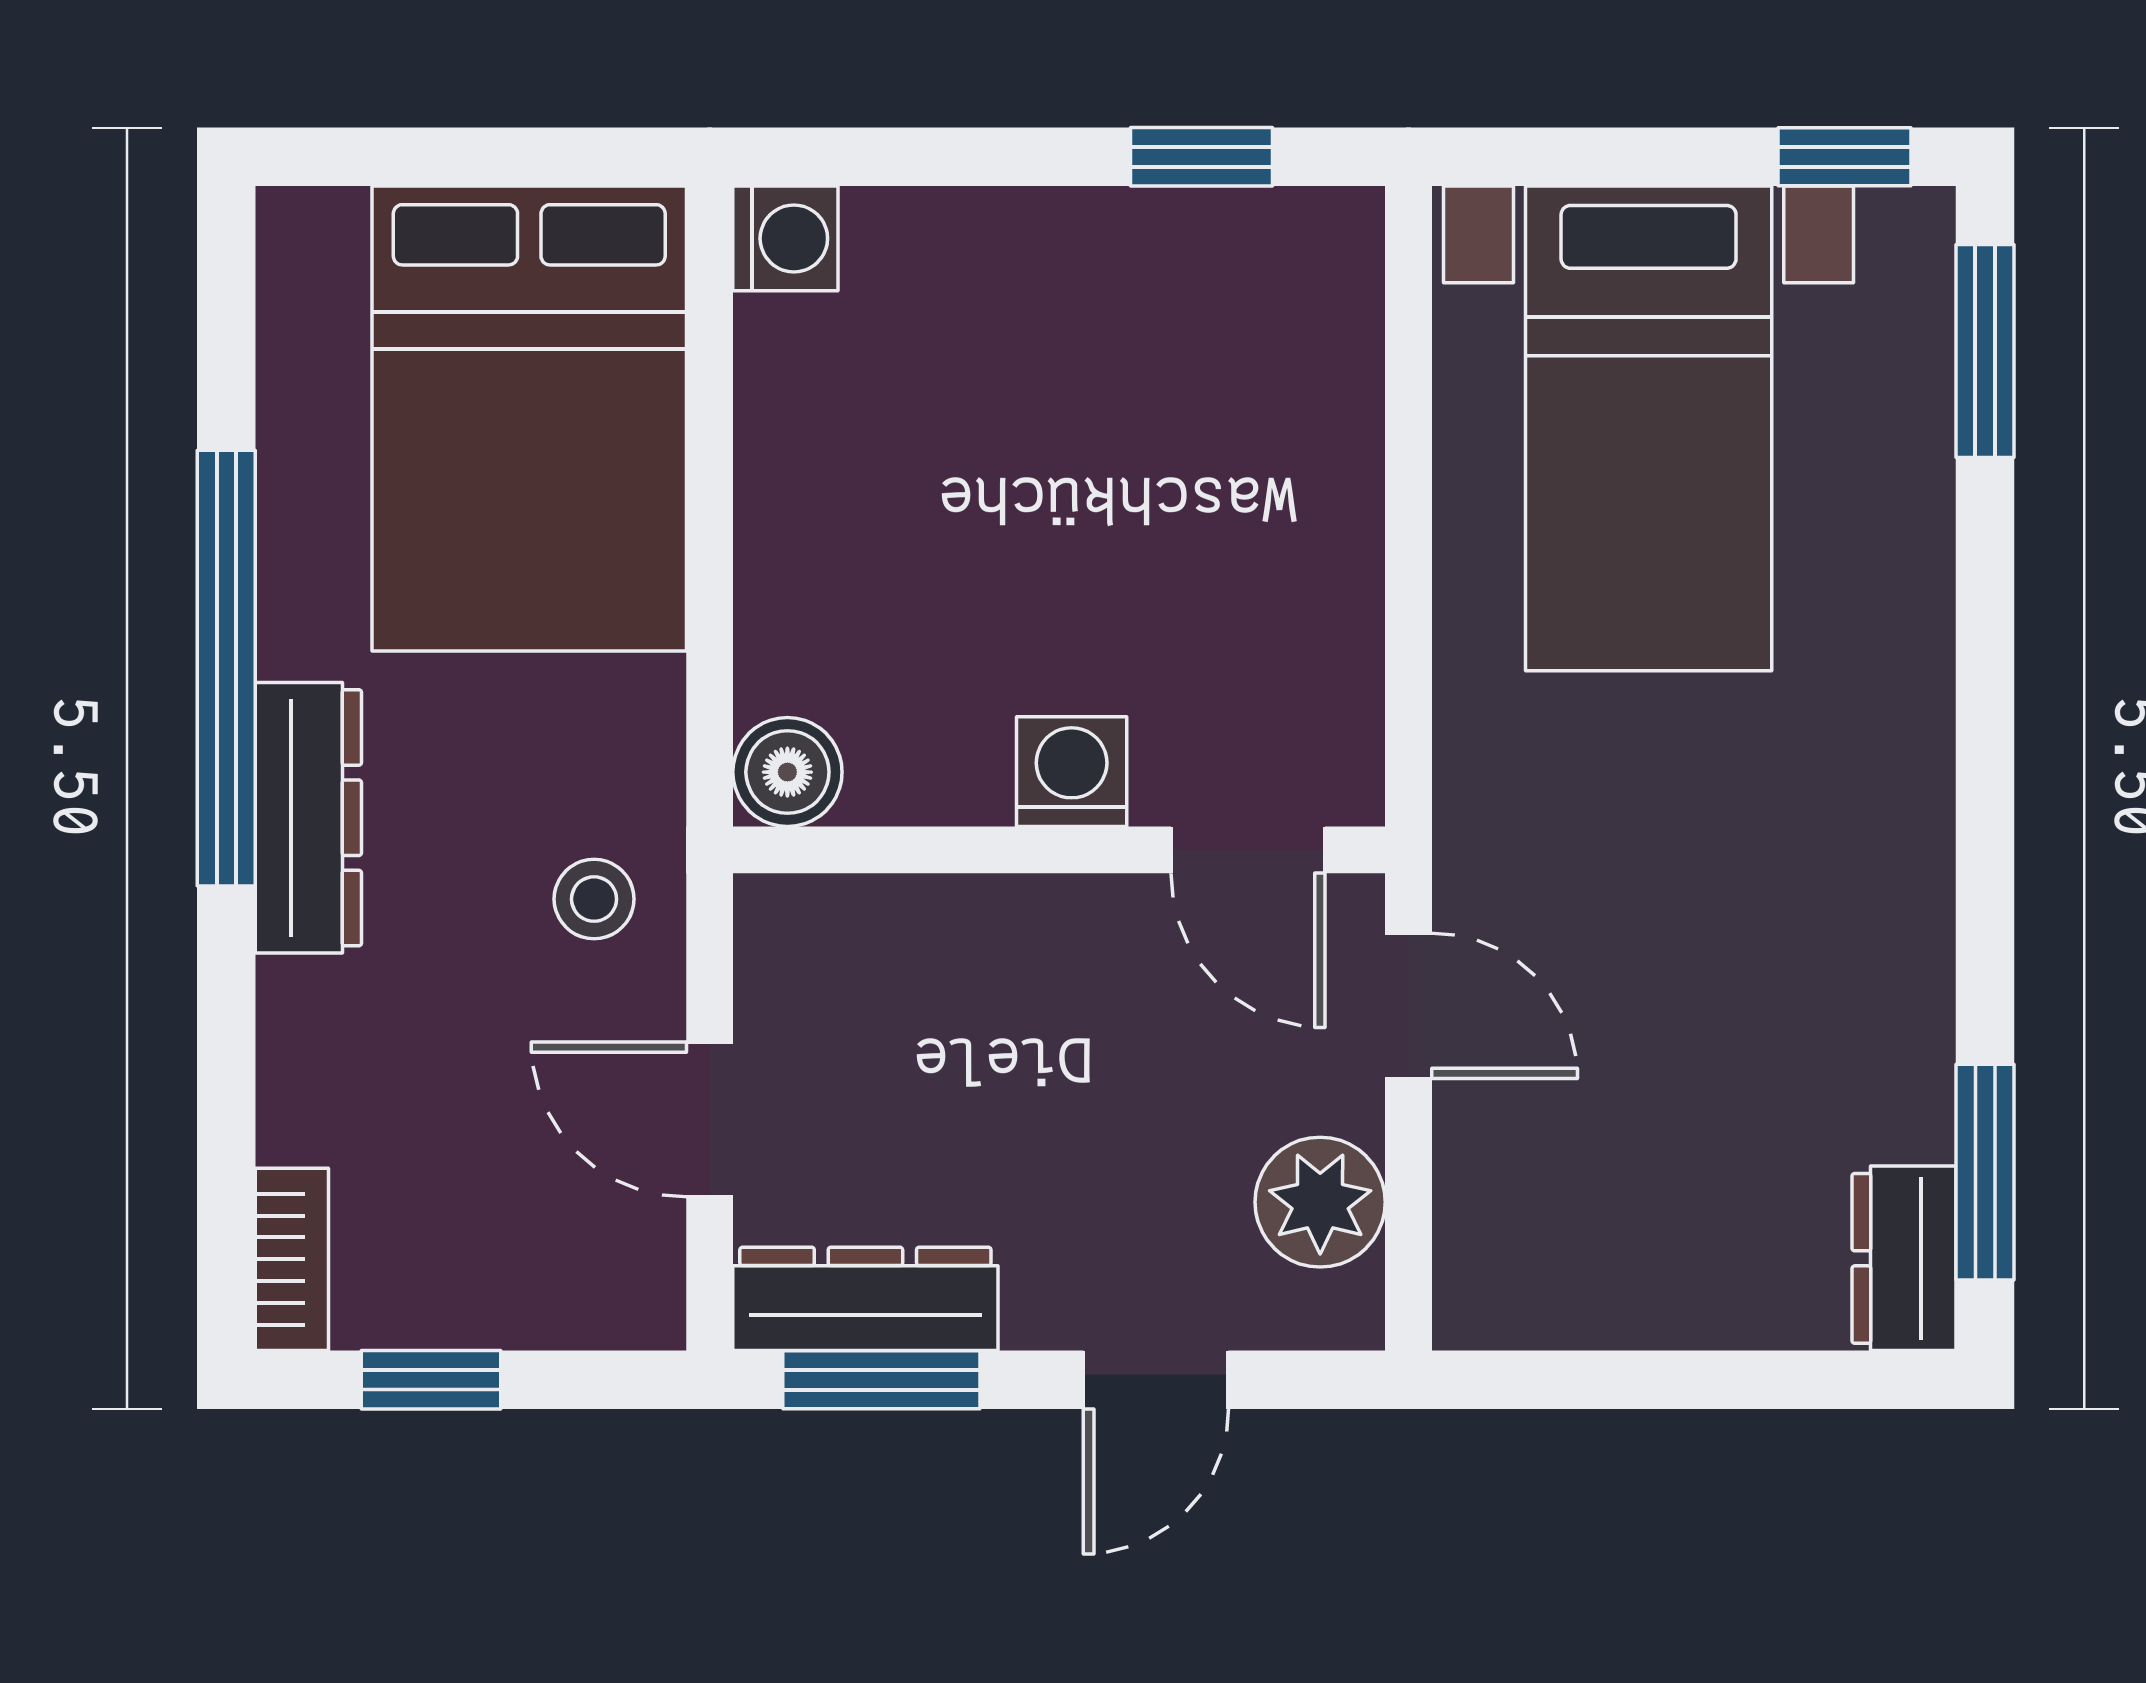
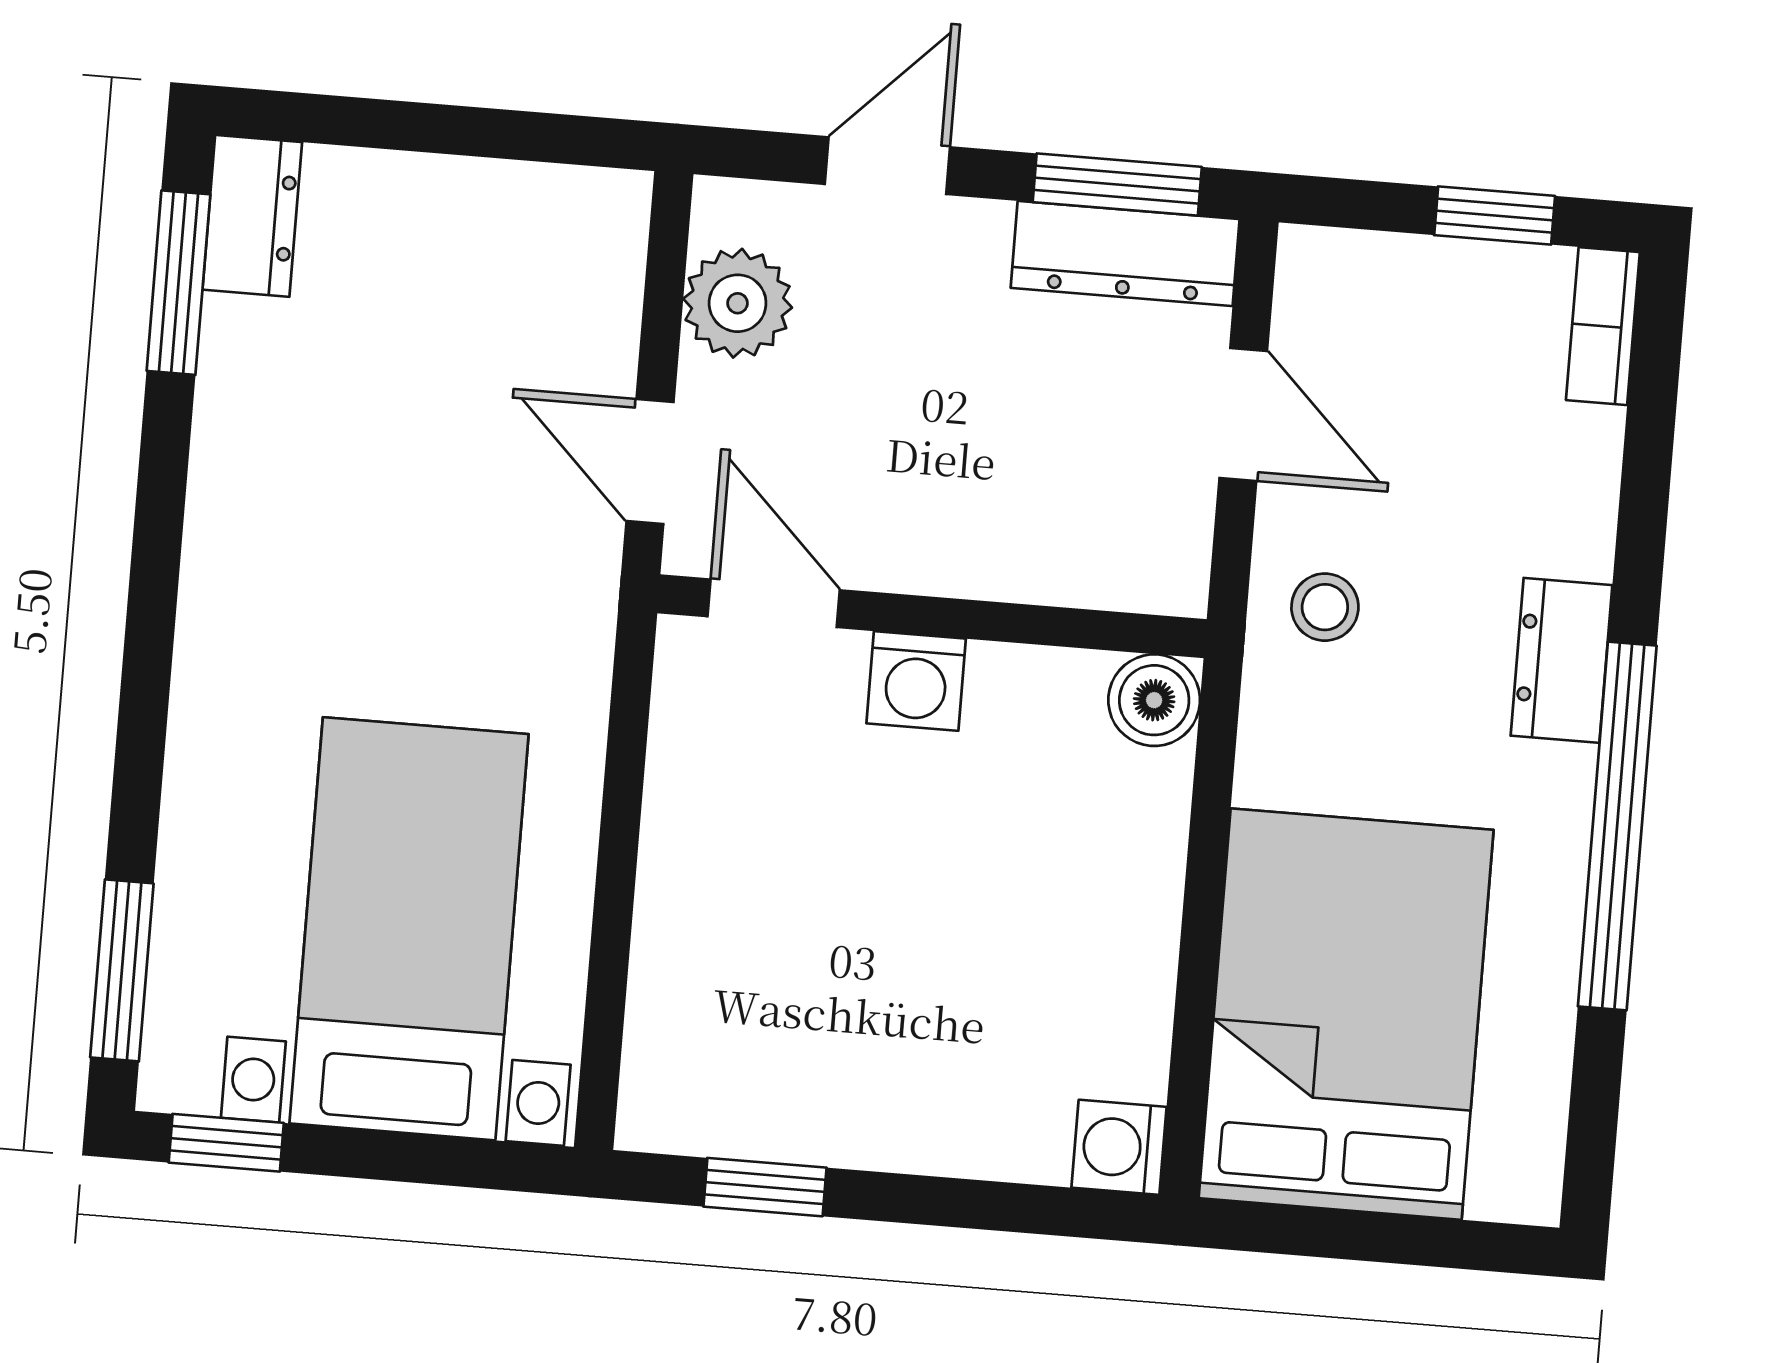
dresser: (308, 818) -> (1562, 660), width x0.70

